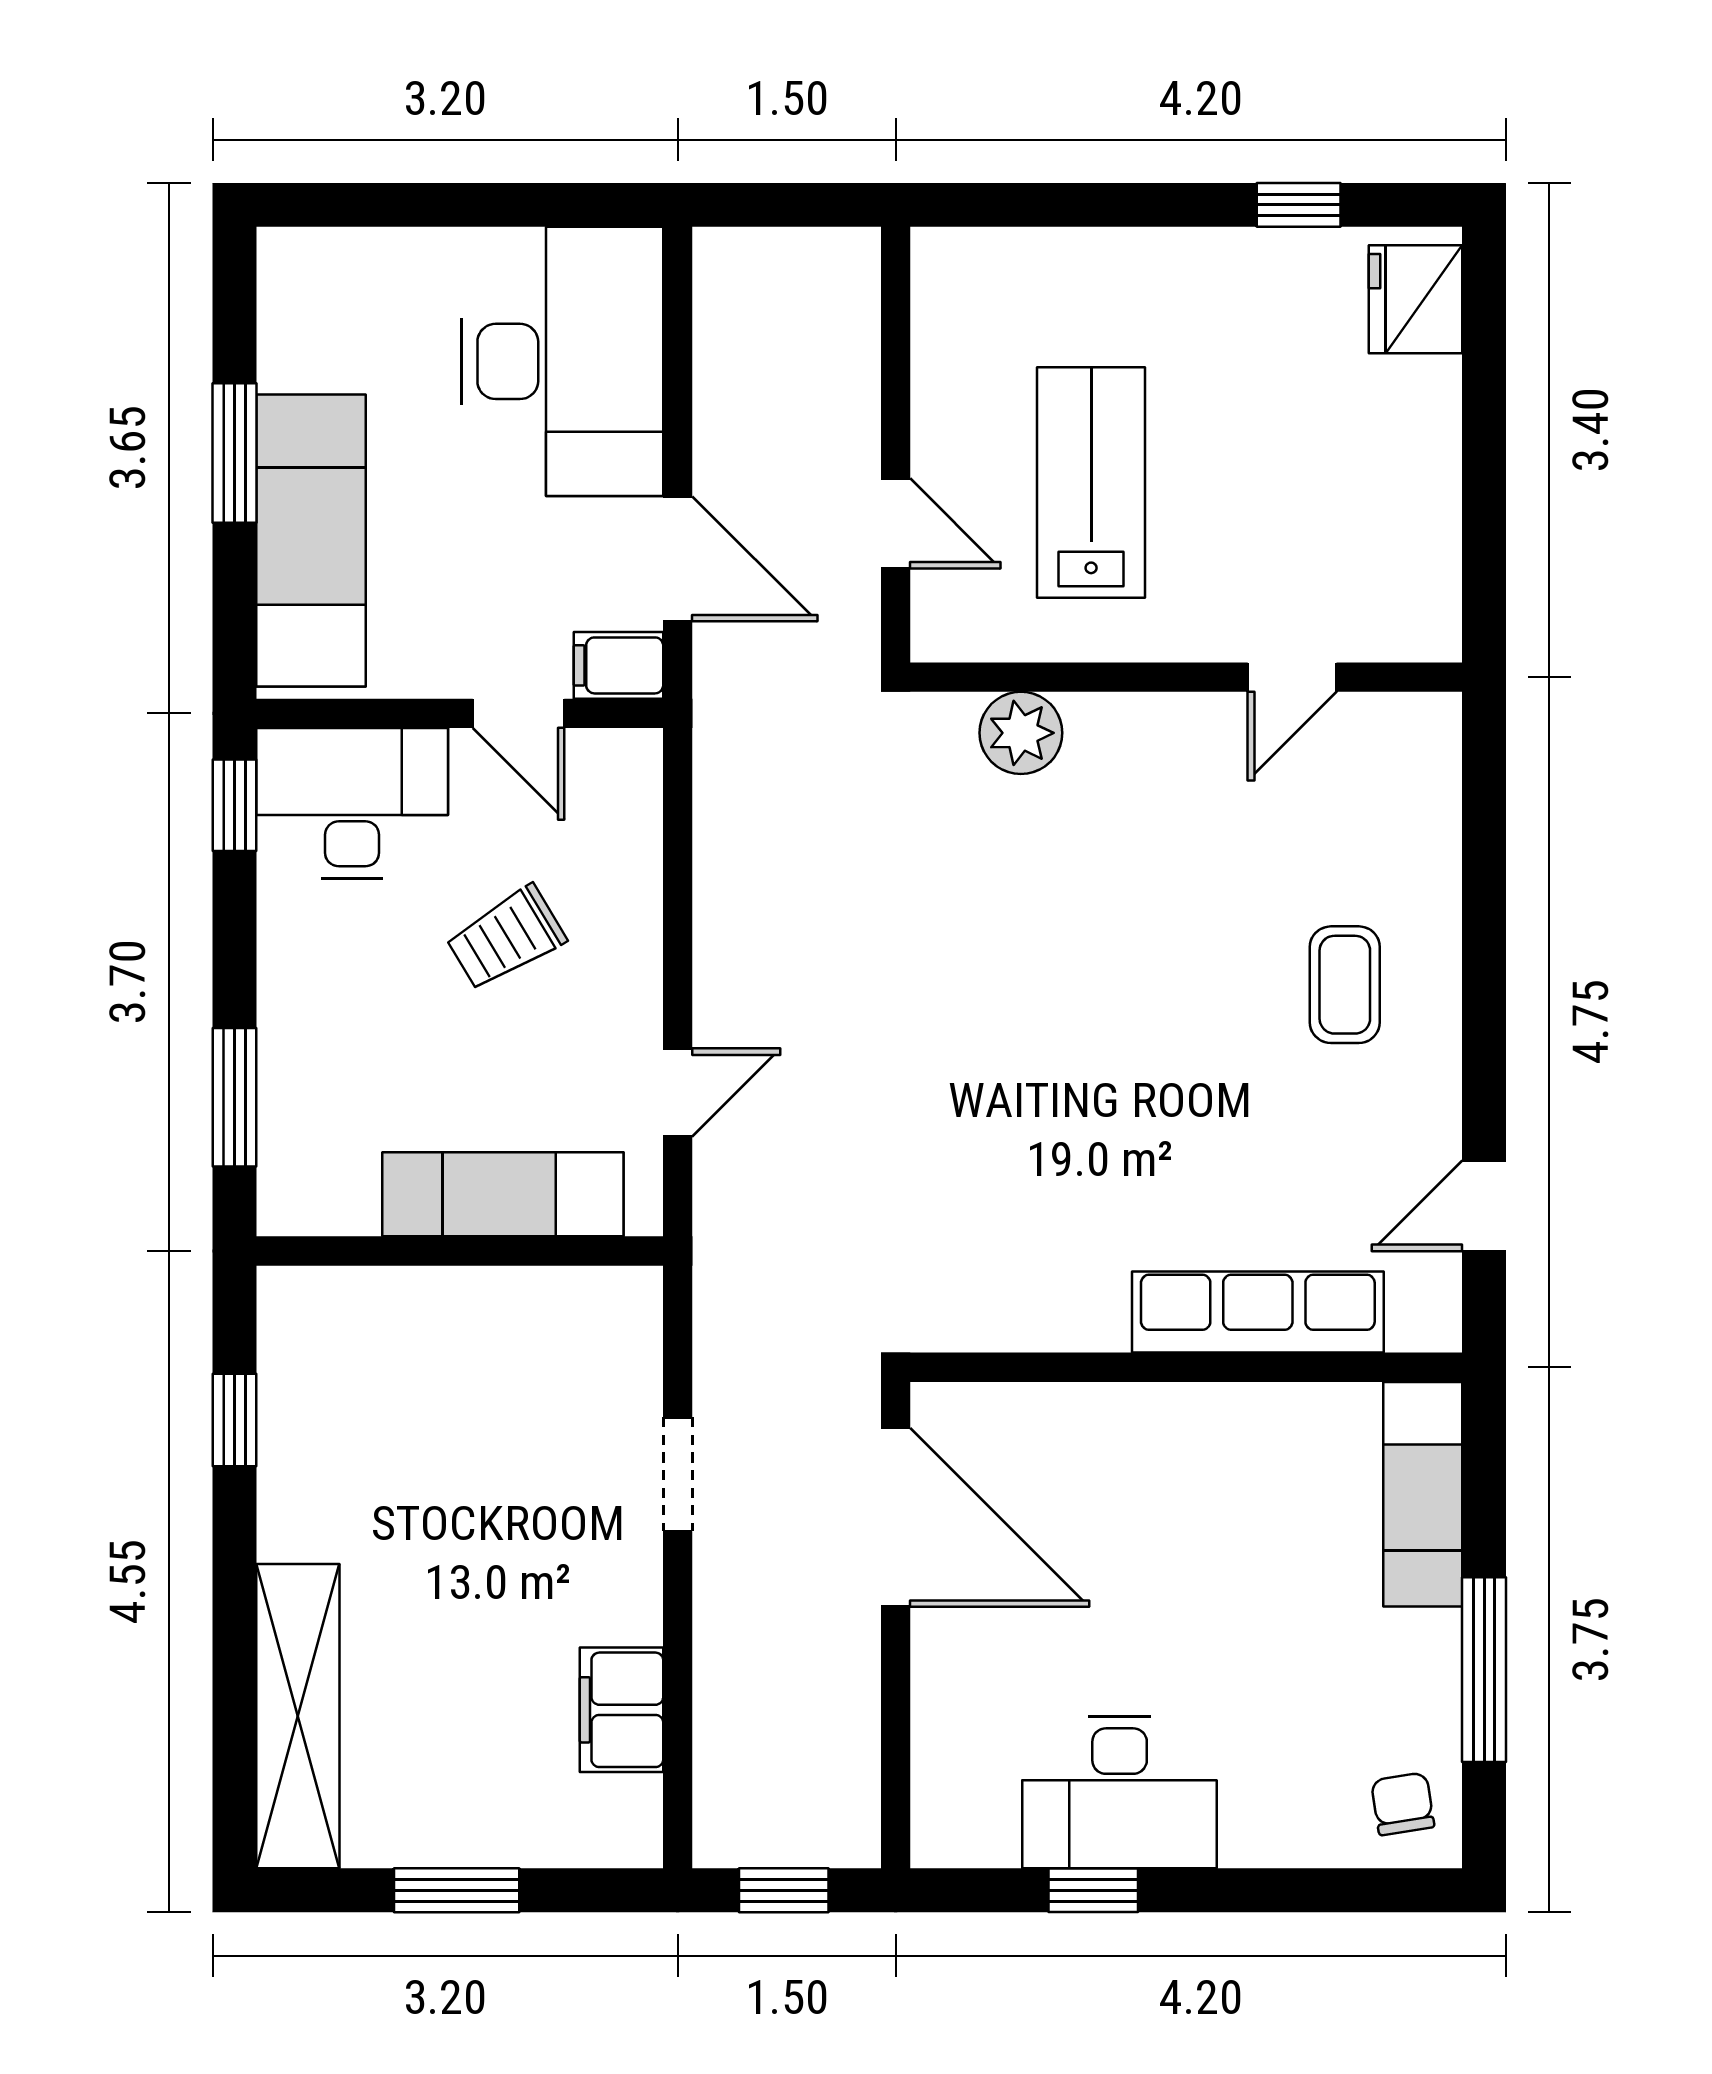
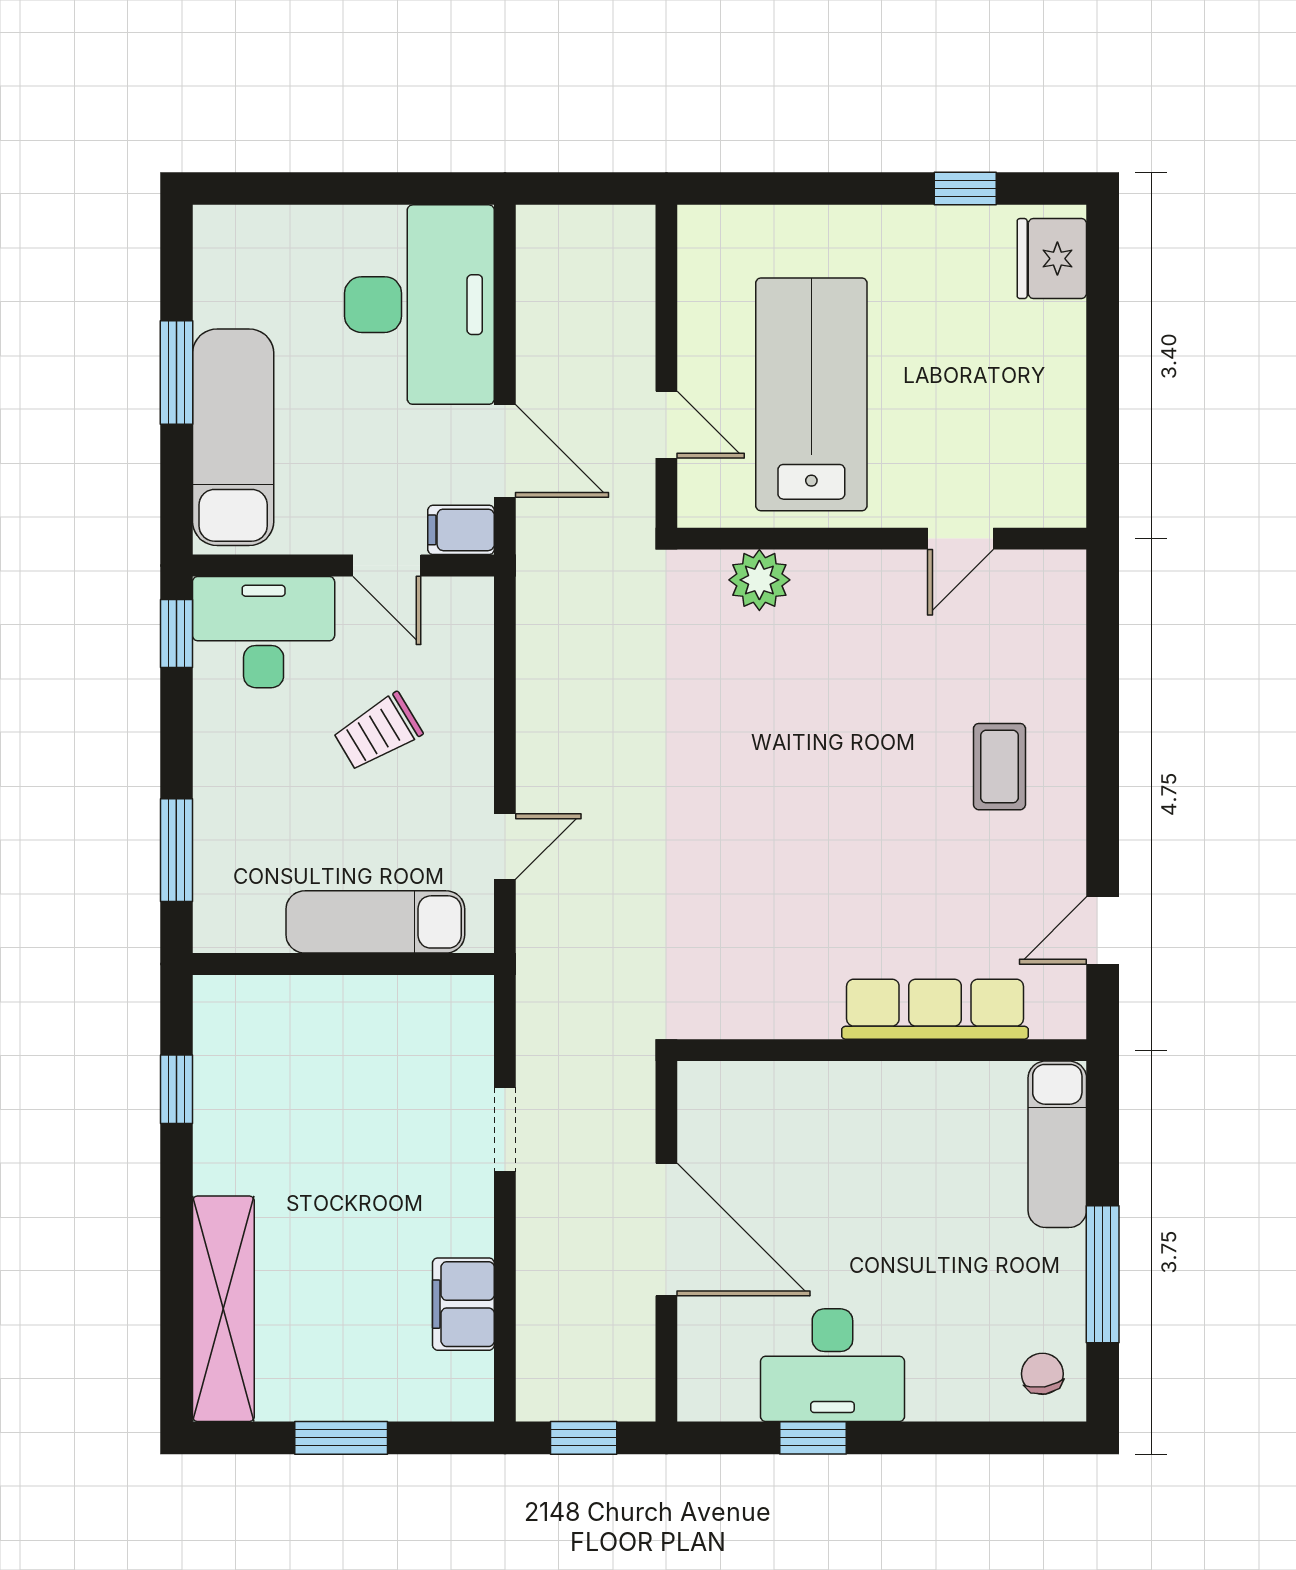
lab bench: (1091, 483) -> (811, 394), width x1.36, depth x1.39
door: (896, 1517) -> (666, 1229), moved

